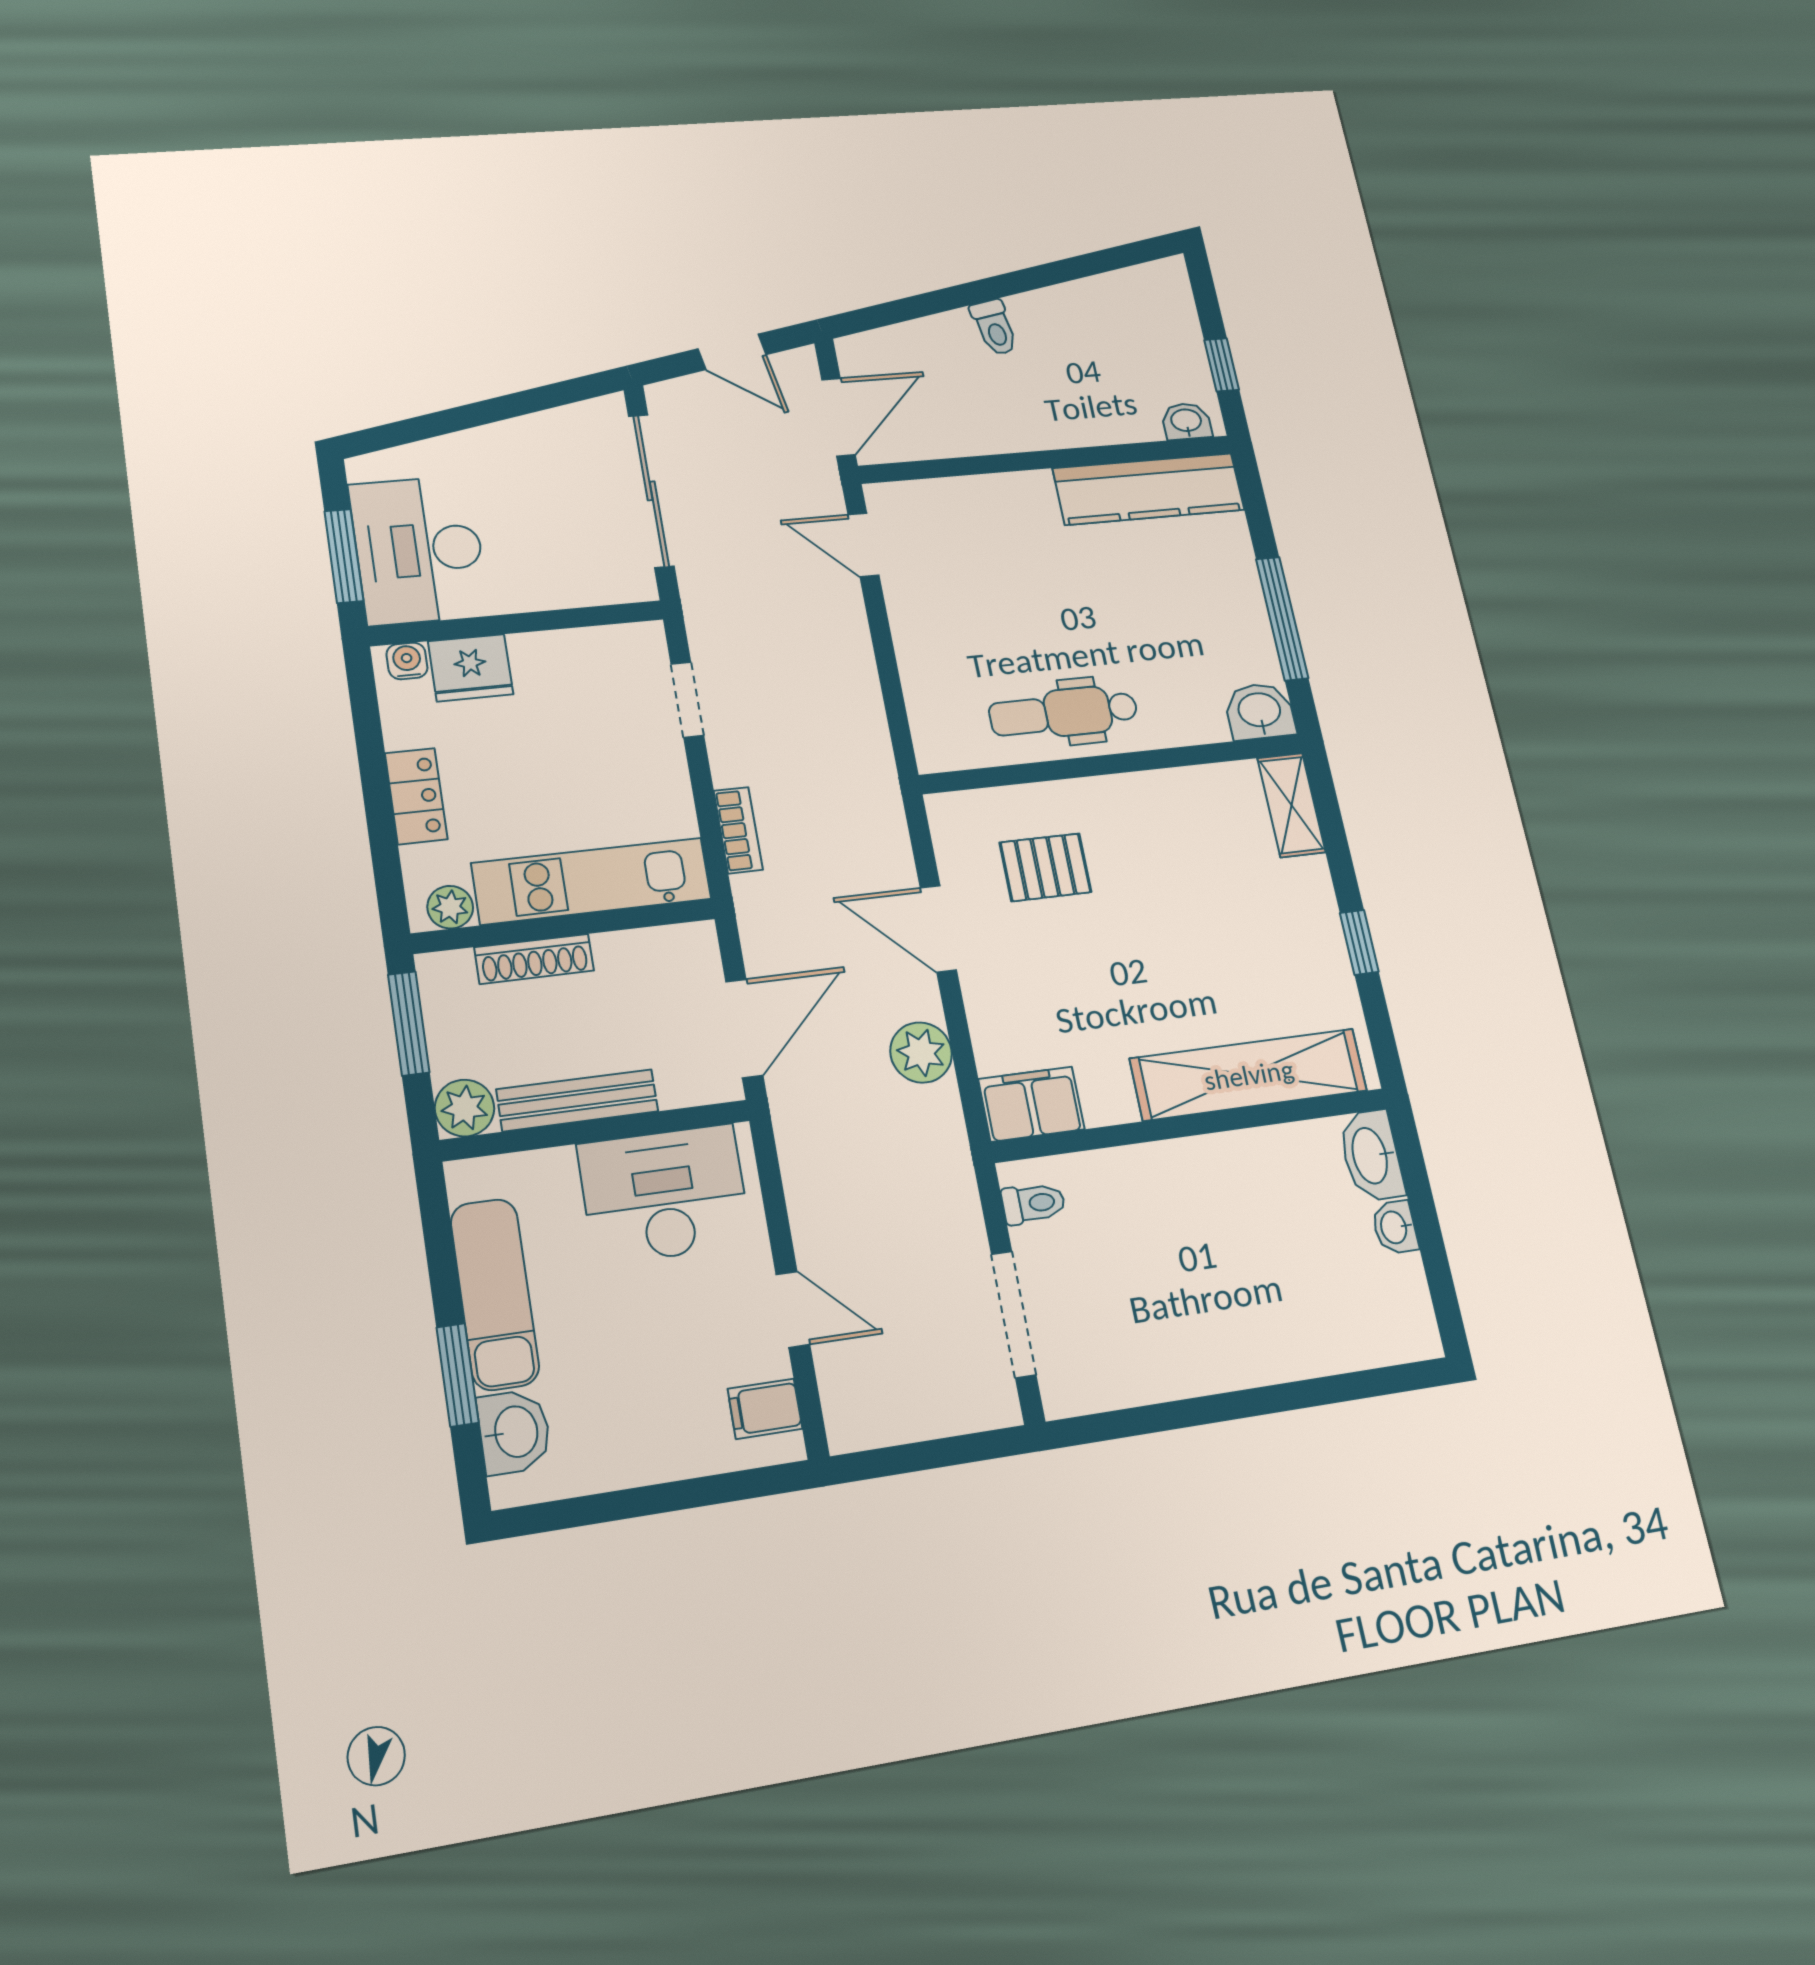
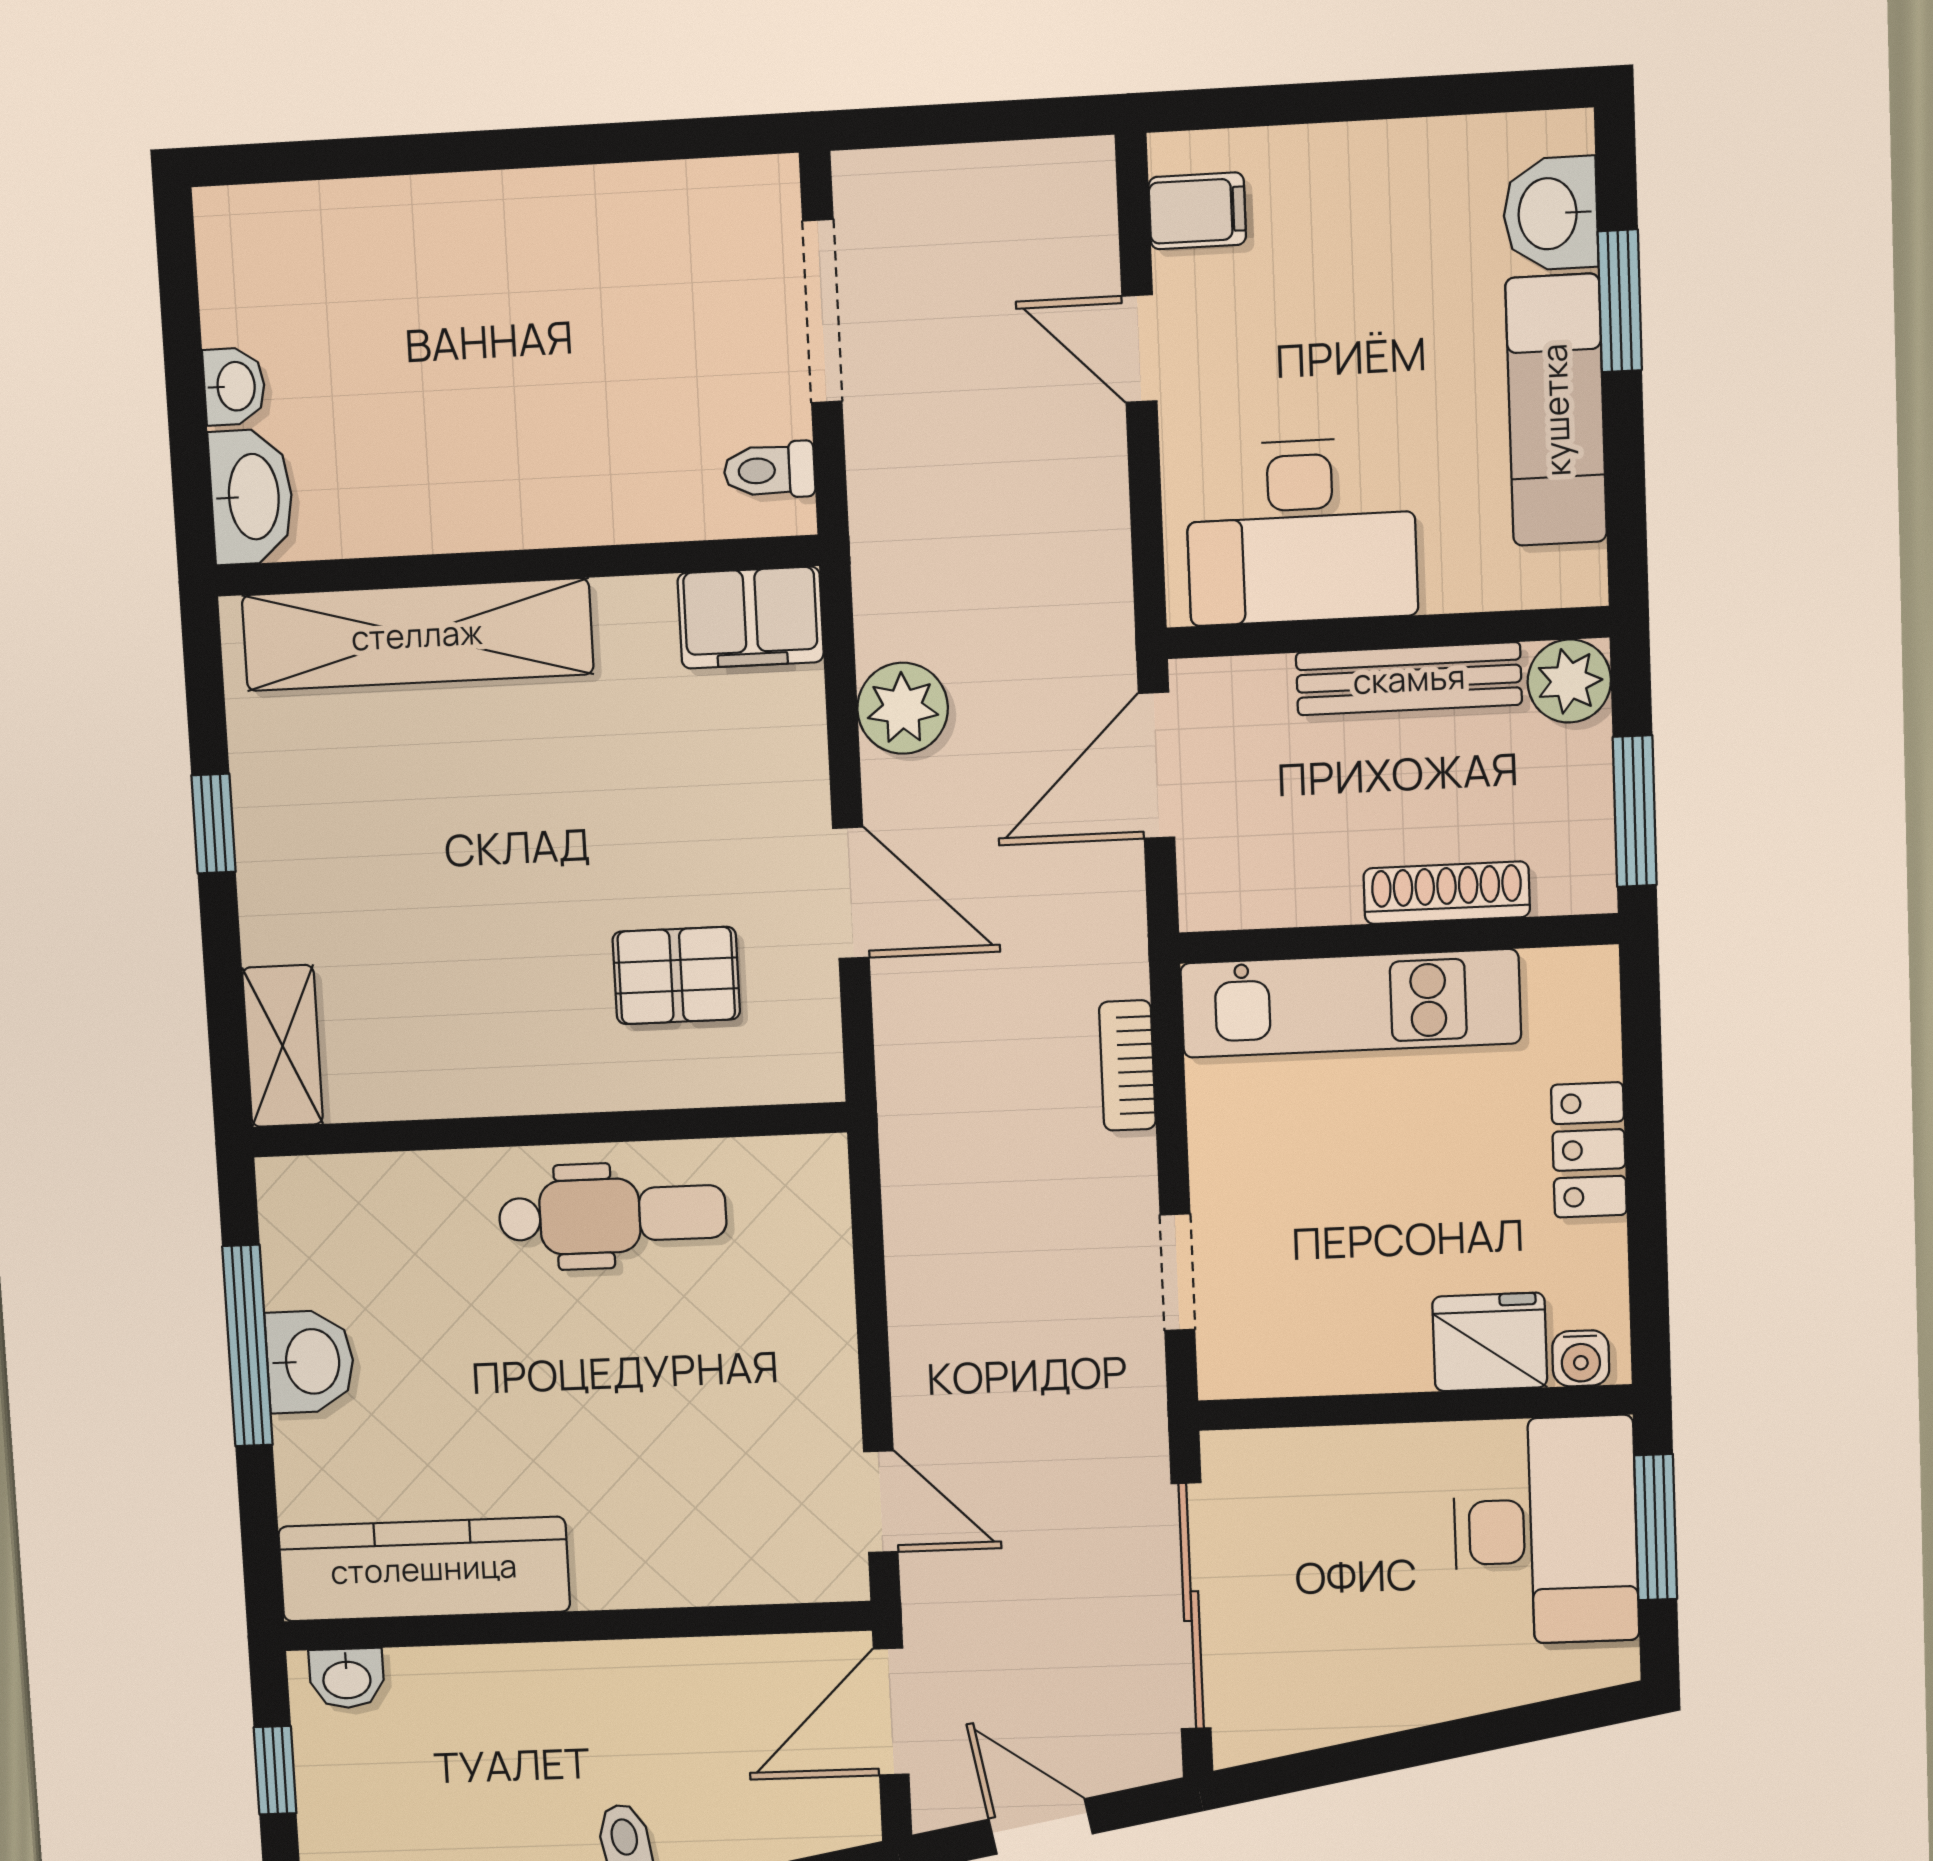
washbasin: (1260, 711) -> (310, 1362), moved, turned -90
plant: (450, 907) -> (1558, 979), removed

